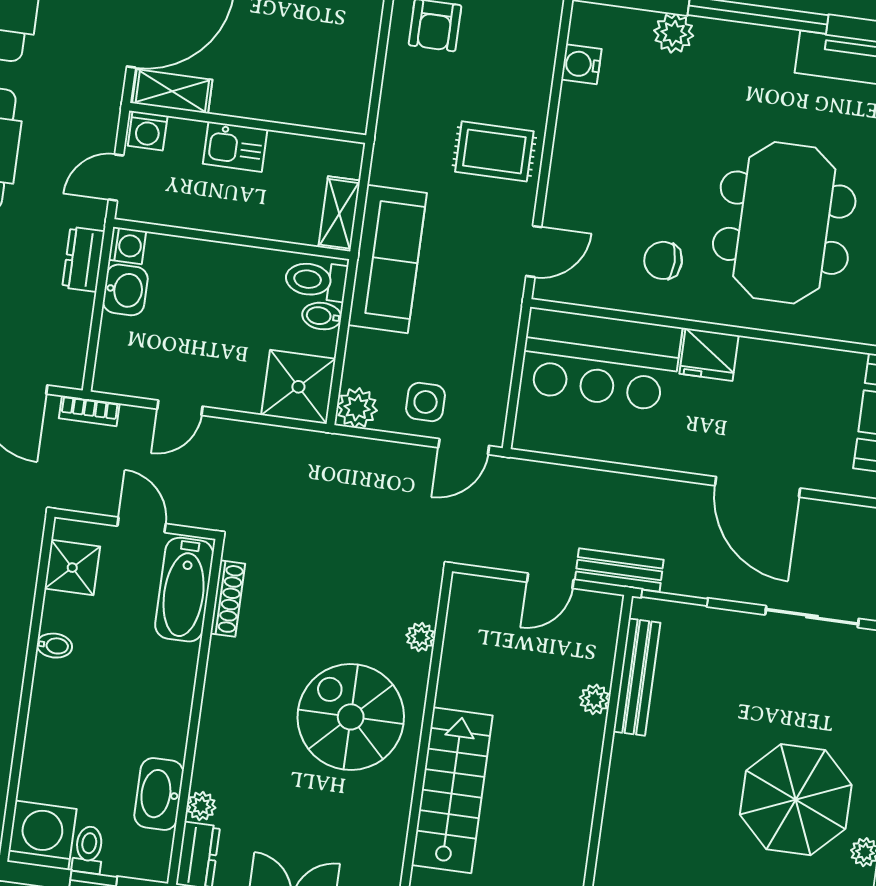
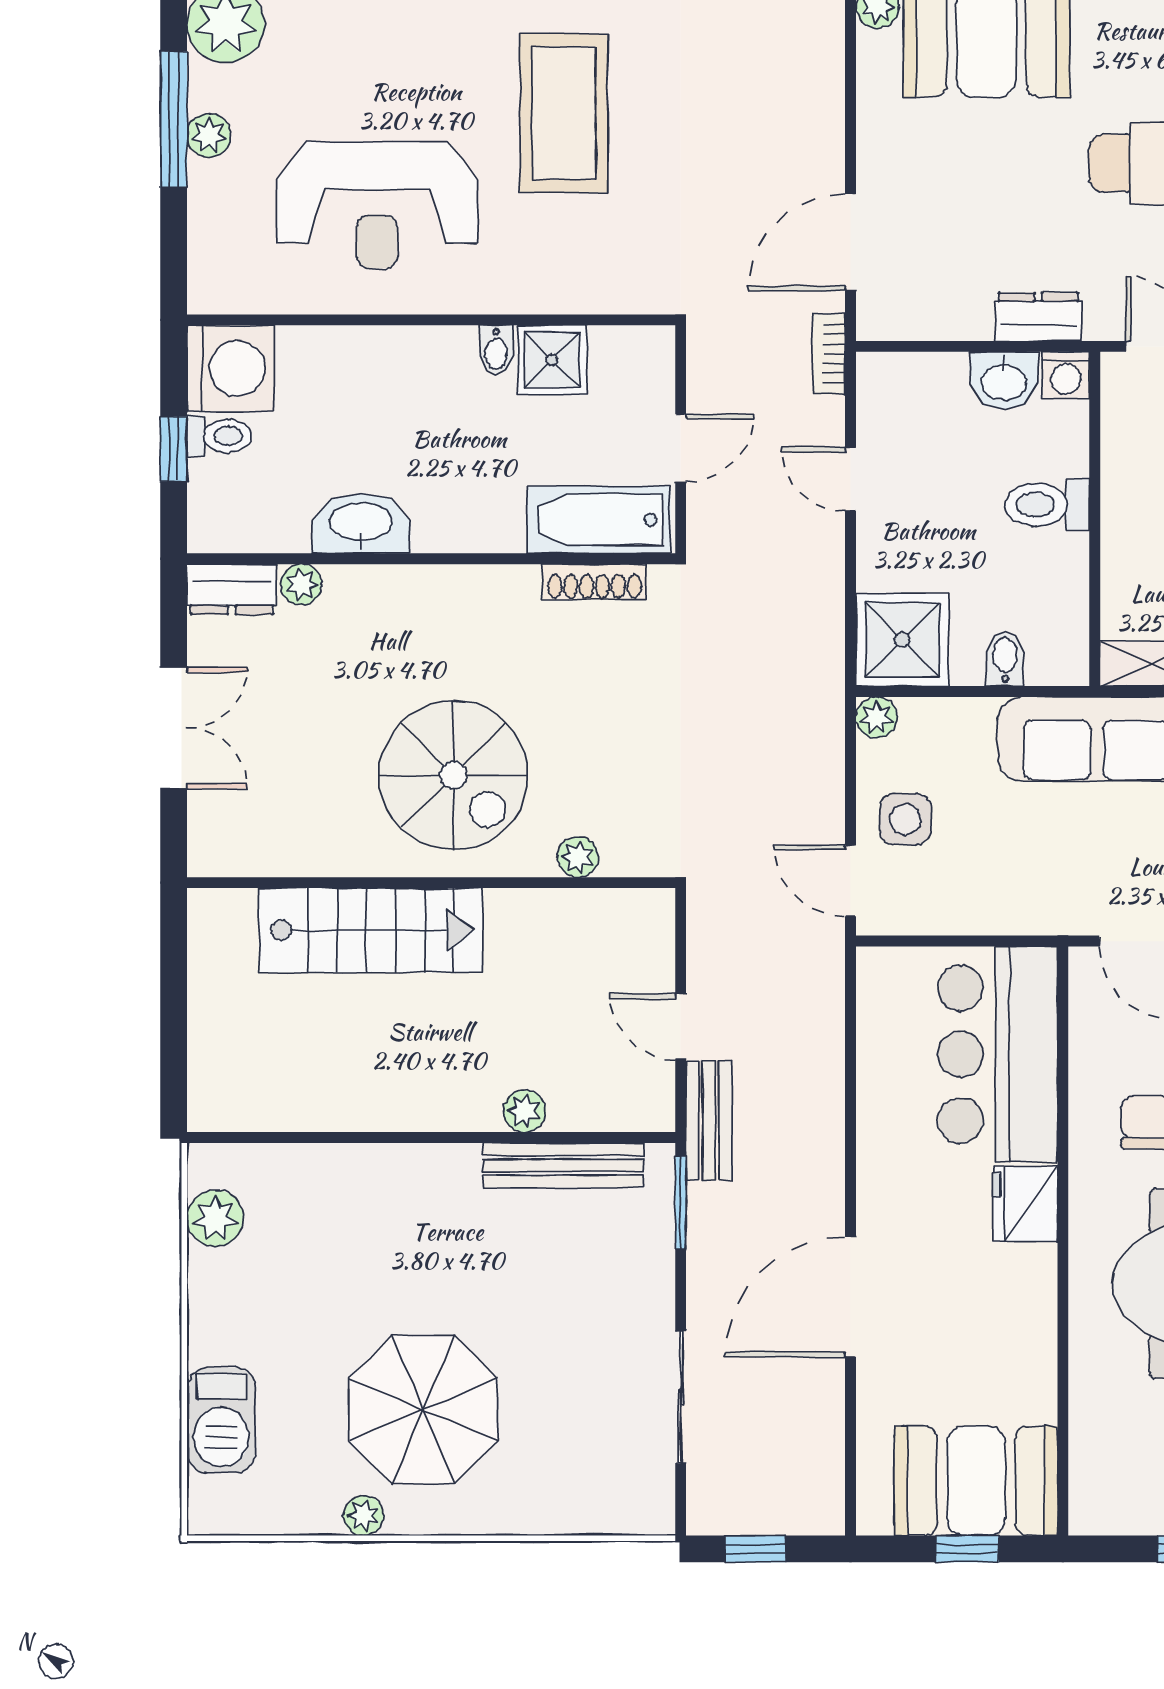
toilet: (316, 280) -> (1047, 505), moved, turned -90
plant: (357, 408) -> (876, 717), width x0.73, depth x0.73
shower: (72, 568) -> (552, 360), moved
spiral stairs: (351, 717) -> (453, 775), turned 90
washbasin: (159, 794) -> (361, 523), moved

